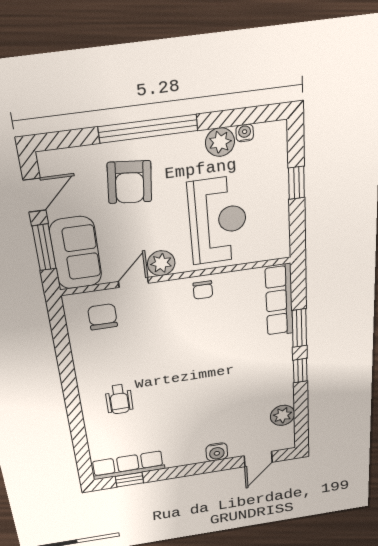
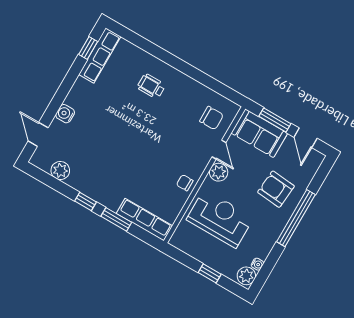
plant: (220, 142) -> (246, 276), moved
reception desk: (218, 221) -> (220, 219), turned 180

